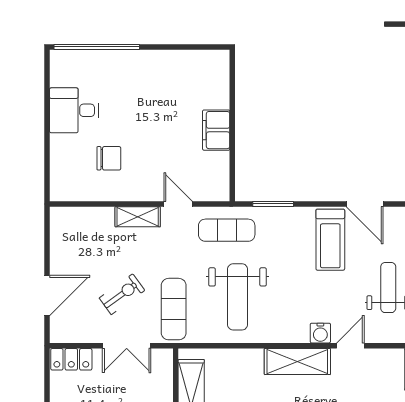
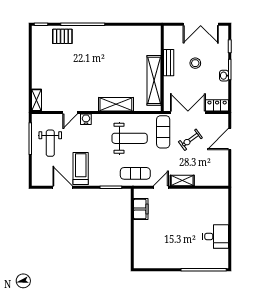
filing cabinet: (216, 130) -> (141, 209), moved
chair: (109, 158) -> (197, 211), removed
door: (178, 204) -> (161, 187), swing flipped
weight bench: (238, 297) -> (130, 138), turned 90
double door: (127, 346) -> (188, 113), width x1.37
shelving: (297, 362) -> (116, 104), moved

